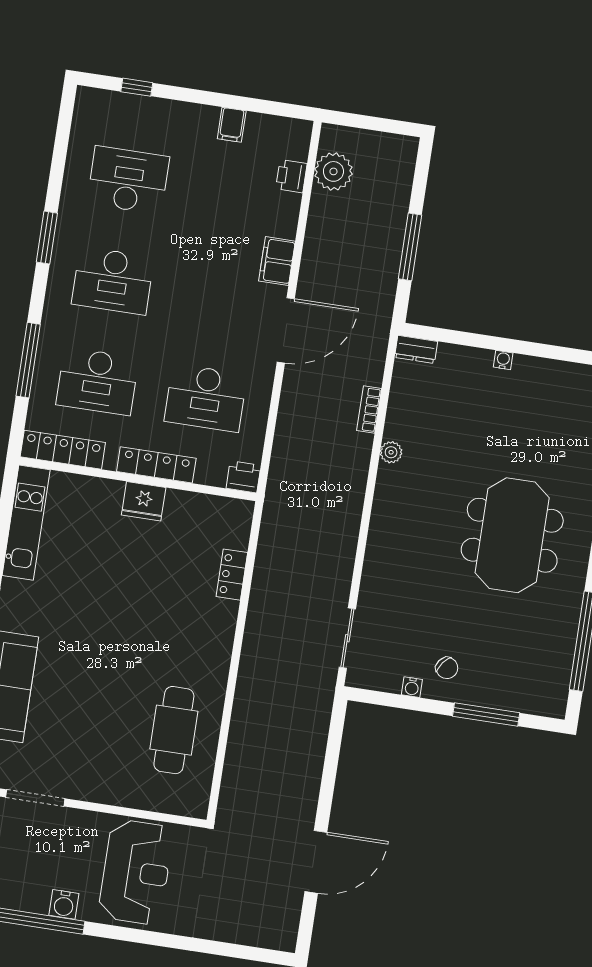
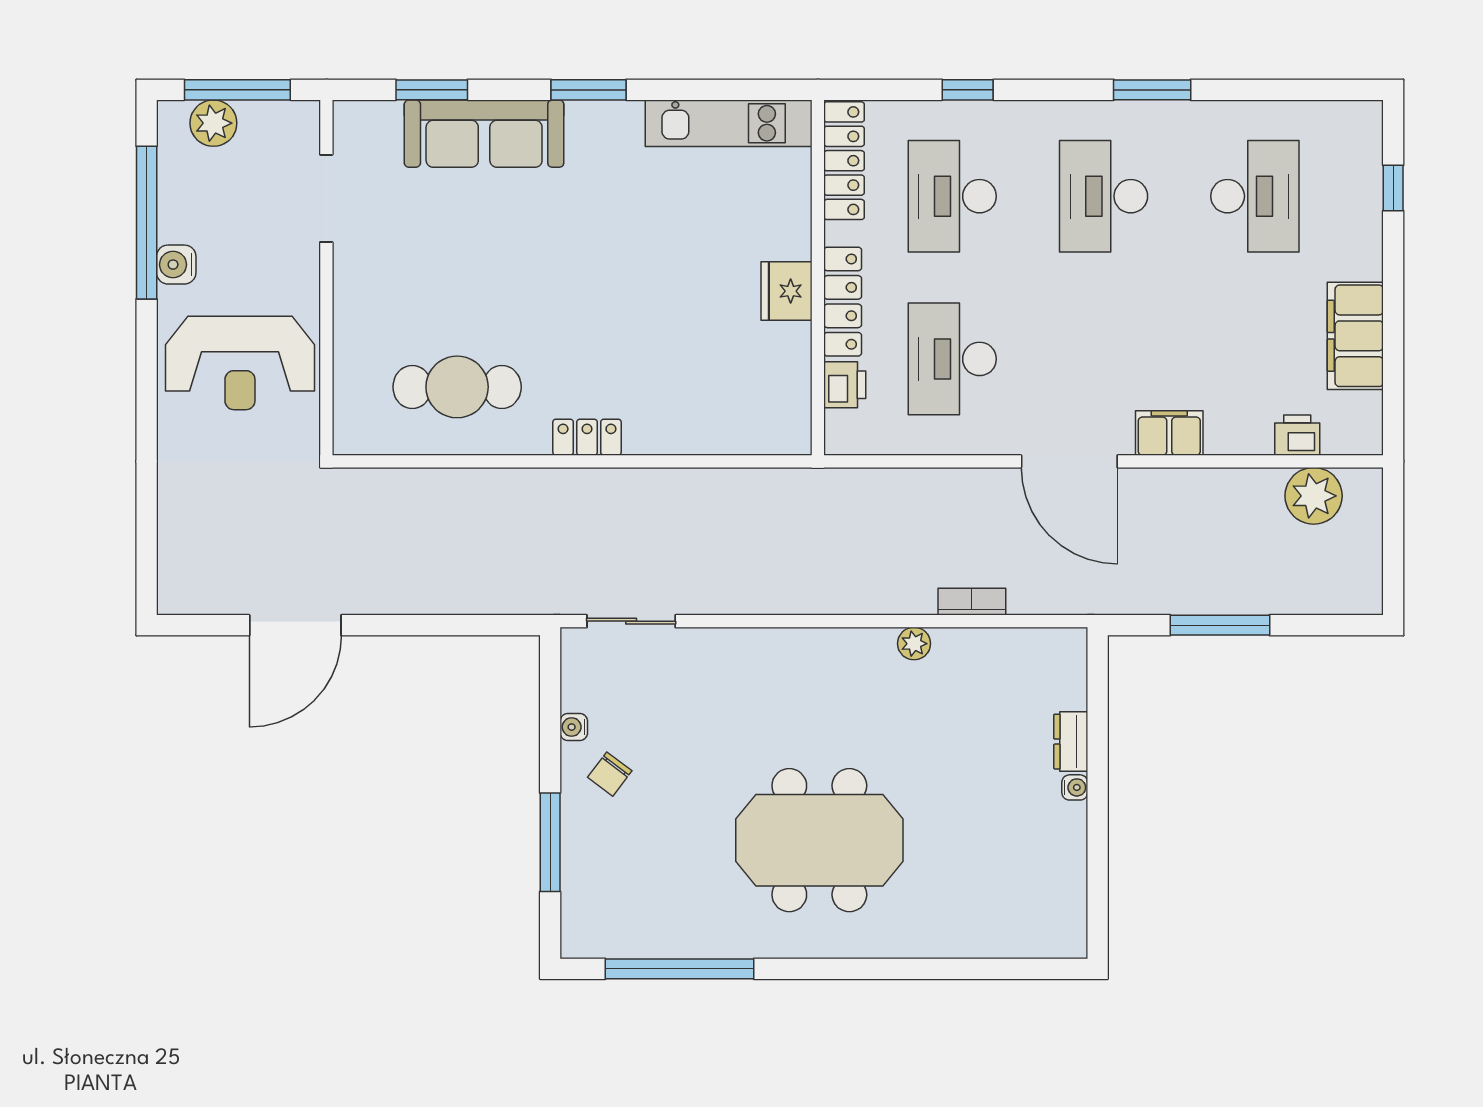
filing cabinet: (232, 125) -> (1355, 336), width x3.00, depth x1.17
dresser: (416, 349) -> (1071, 742), moved
window: (28, 360) -> (968, 90), width x0.46
printer: (244, 477) -> (845, 385), moved
locker: (232, 575) -> (587, 437), moved
door: (316, 862) -> (295, 625), hinge flipped

